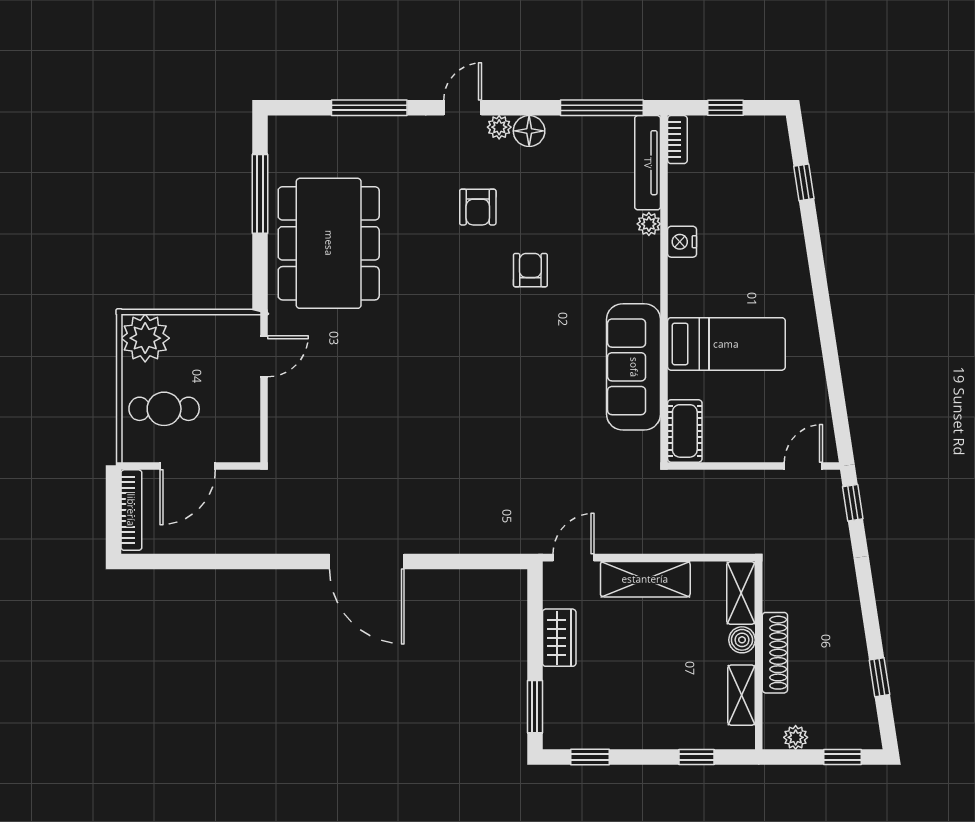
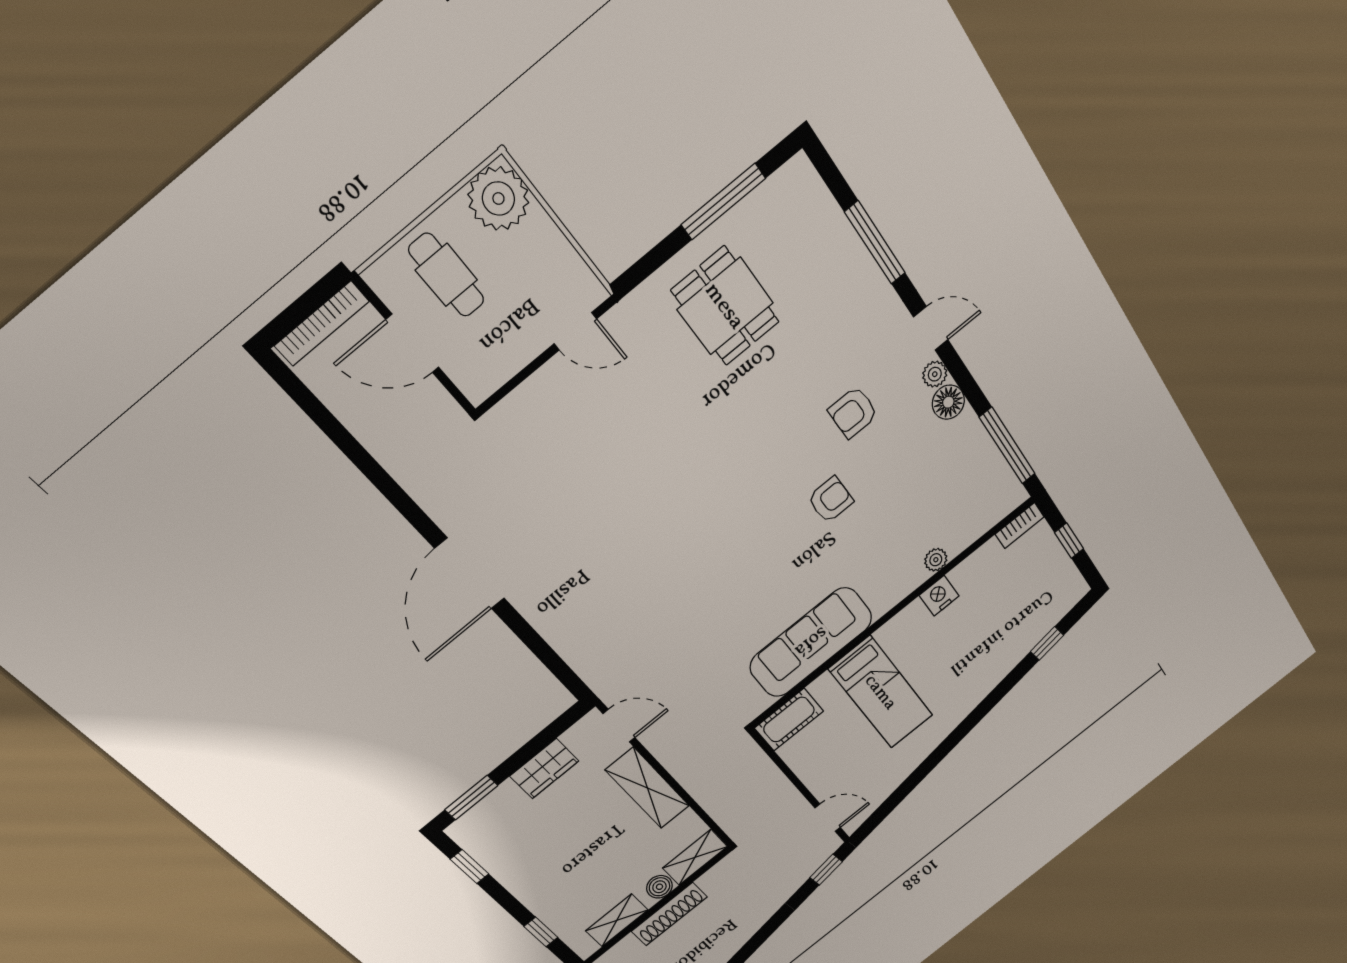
tv unit: (648, 163) -> (985, 518), removed
dining table: (329, 243) -> (725, 306), width x0.53, depth x0.80

